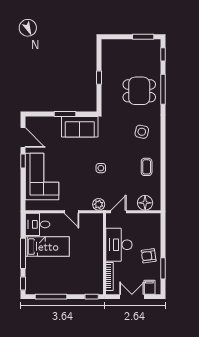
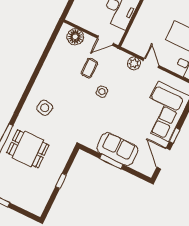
sofa: (80, 127) -> (117, 149), moved
coffee table: (147, 167) -> (89, 68), moved
plant: (99, 204) -> (134, 63), moved

